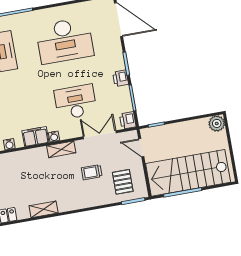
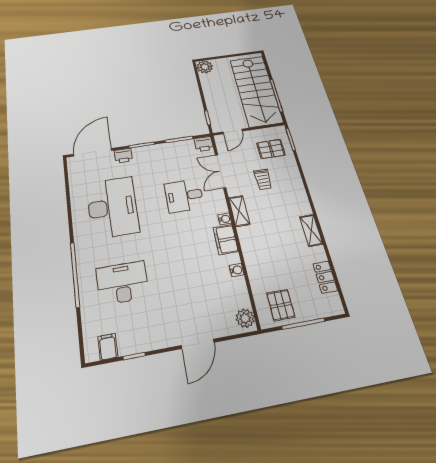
printer: (121, 78) -> (123, 156), moved
desk: (76, 102) -> (184, 196), width x0.73

